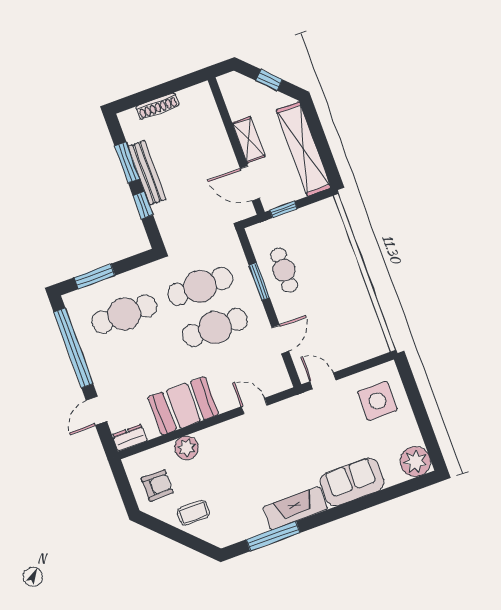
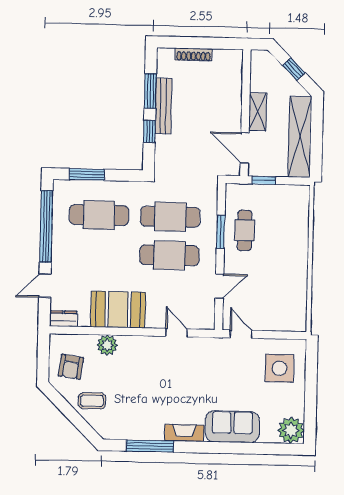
armchair: (157, 485) -> (71, 367), turned 98
fireplace: (295, 508) -> (184, 433), width x0.73, depth x0.76

